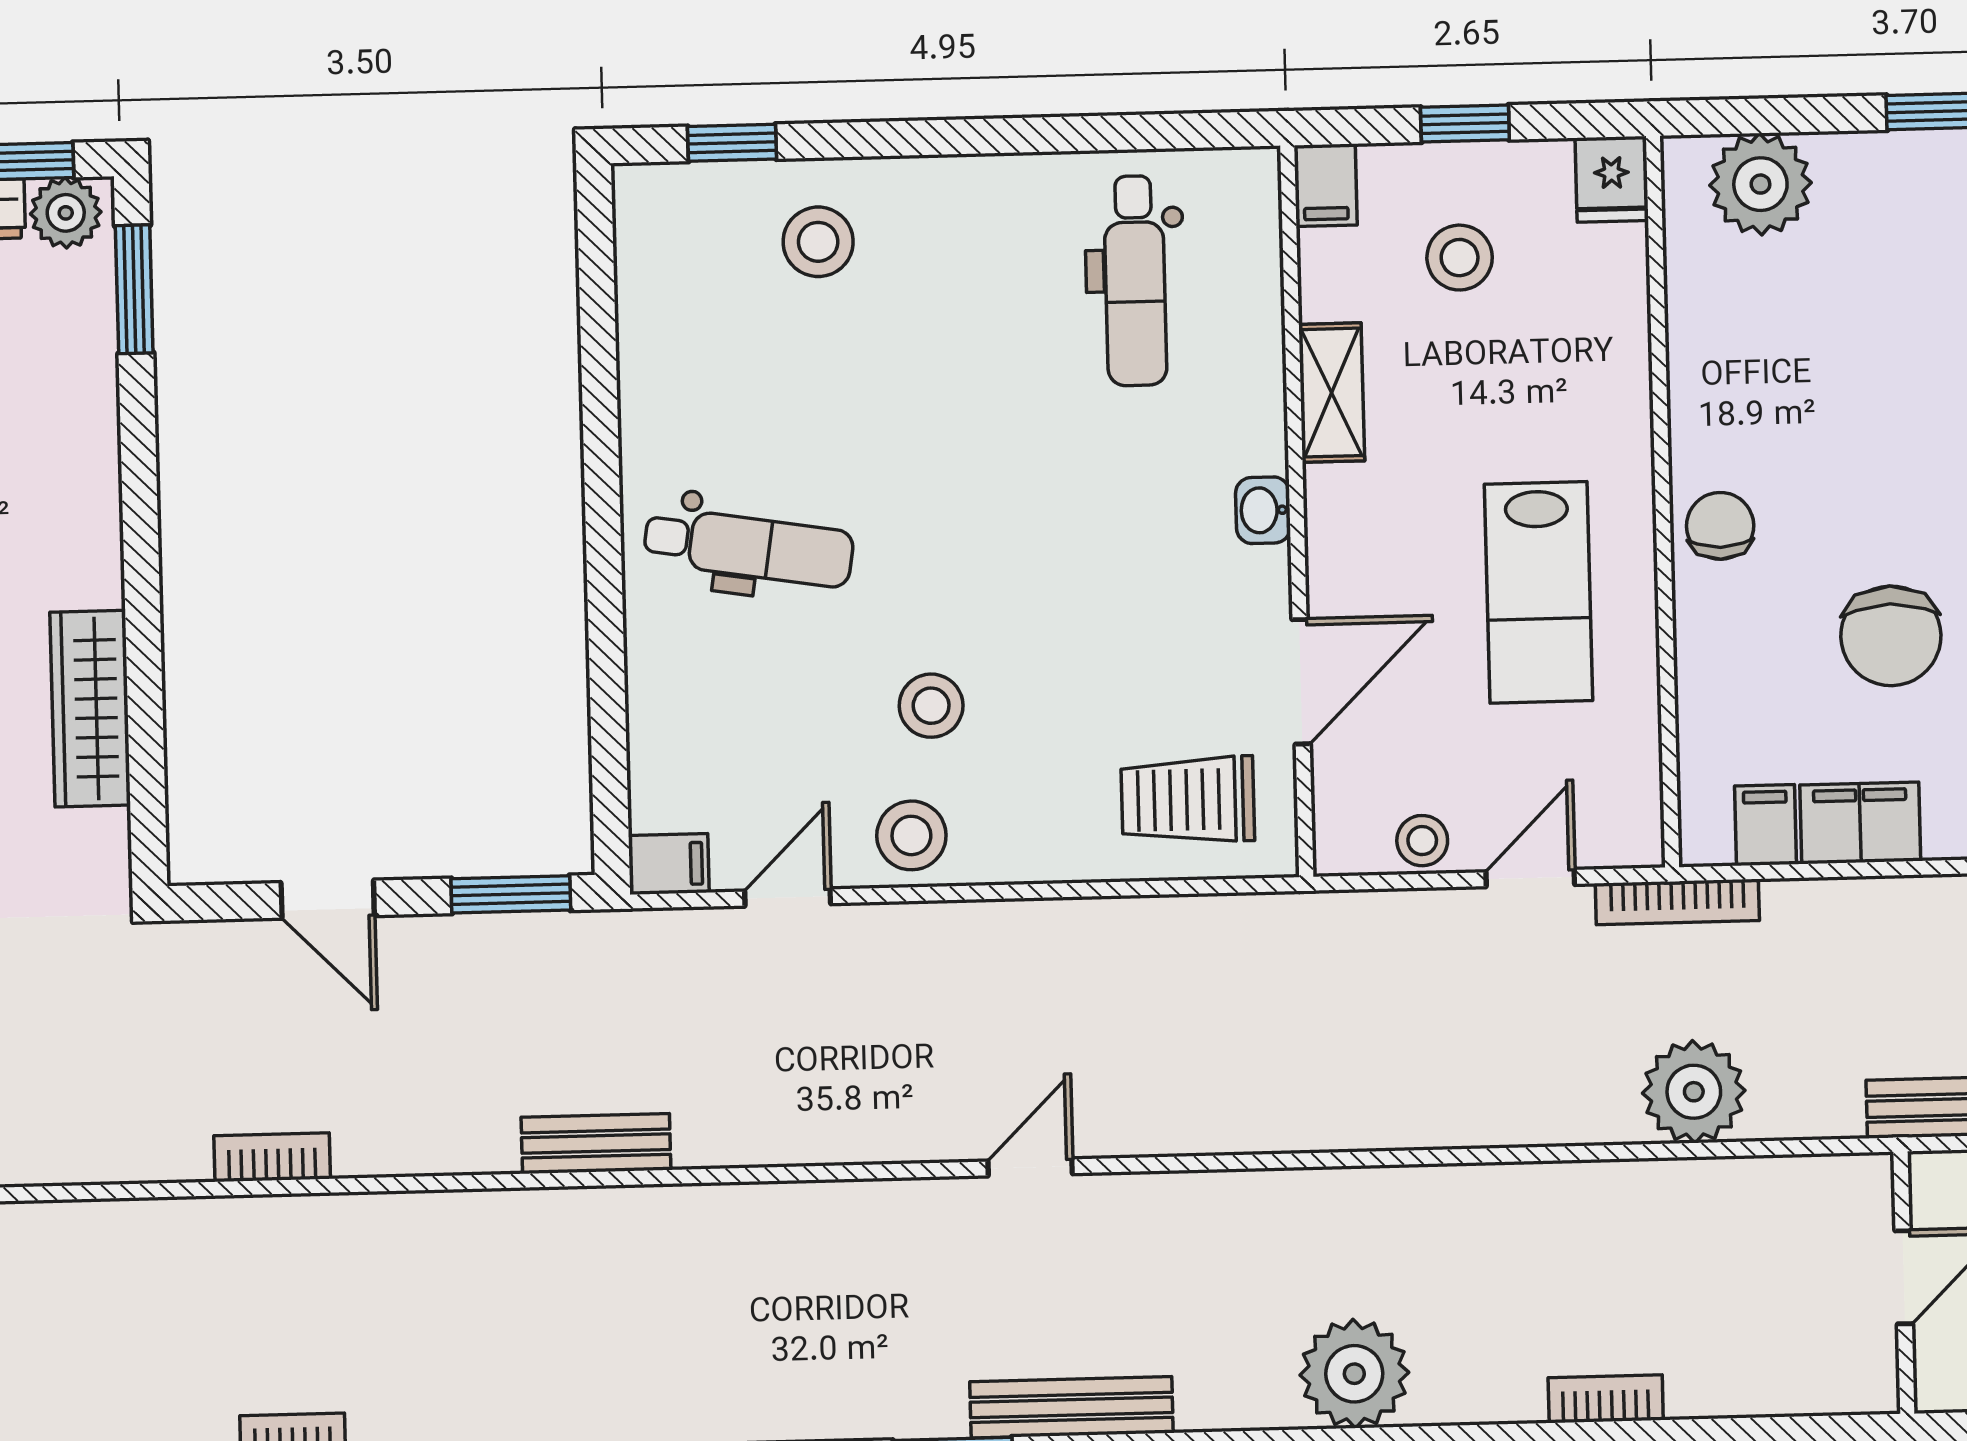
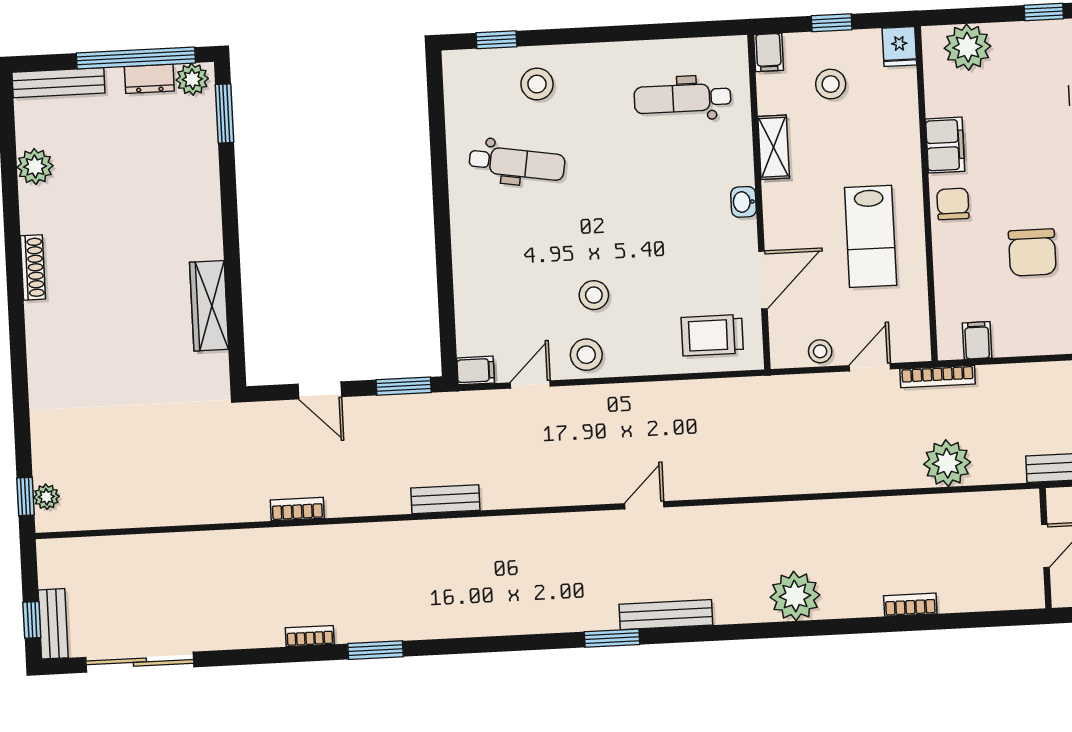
dental chair: (1135, 281) -> (682, 98), turned 90
dental chair: (749, 547) -> (517, 163), moved
filing cabinet: (1860, 823) -> (945, 145), moved, turned 90

